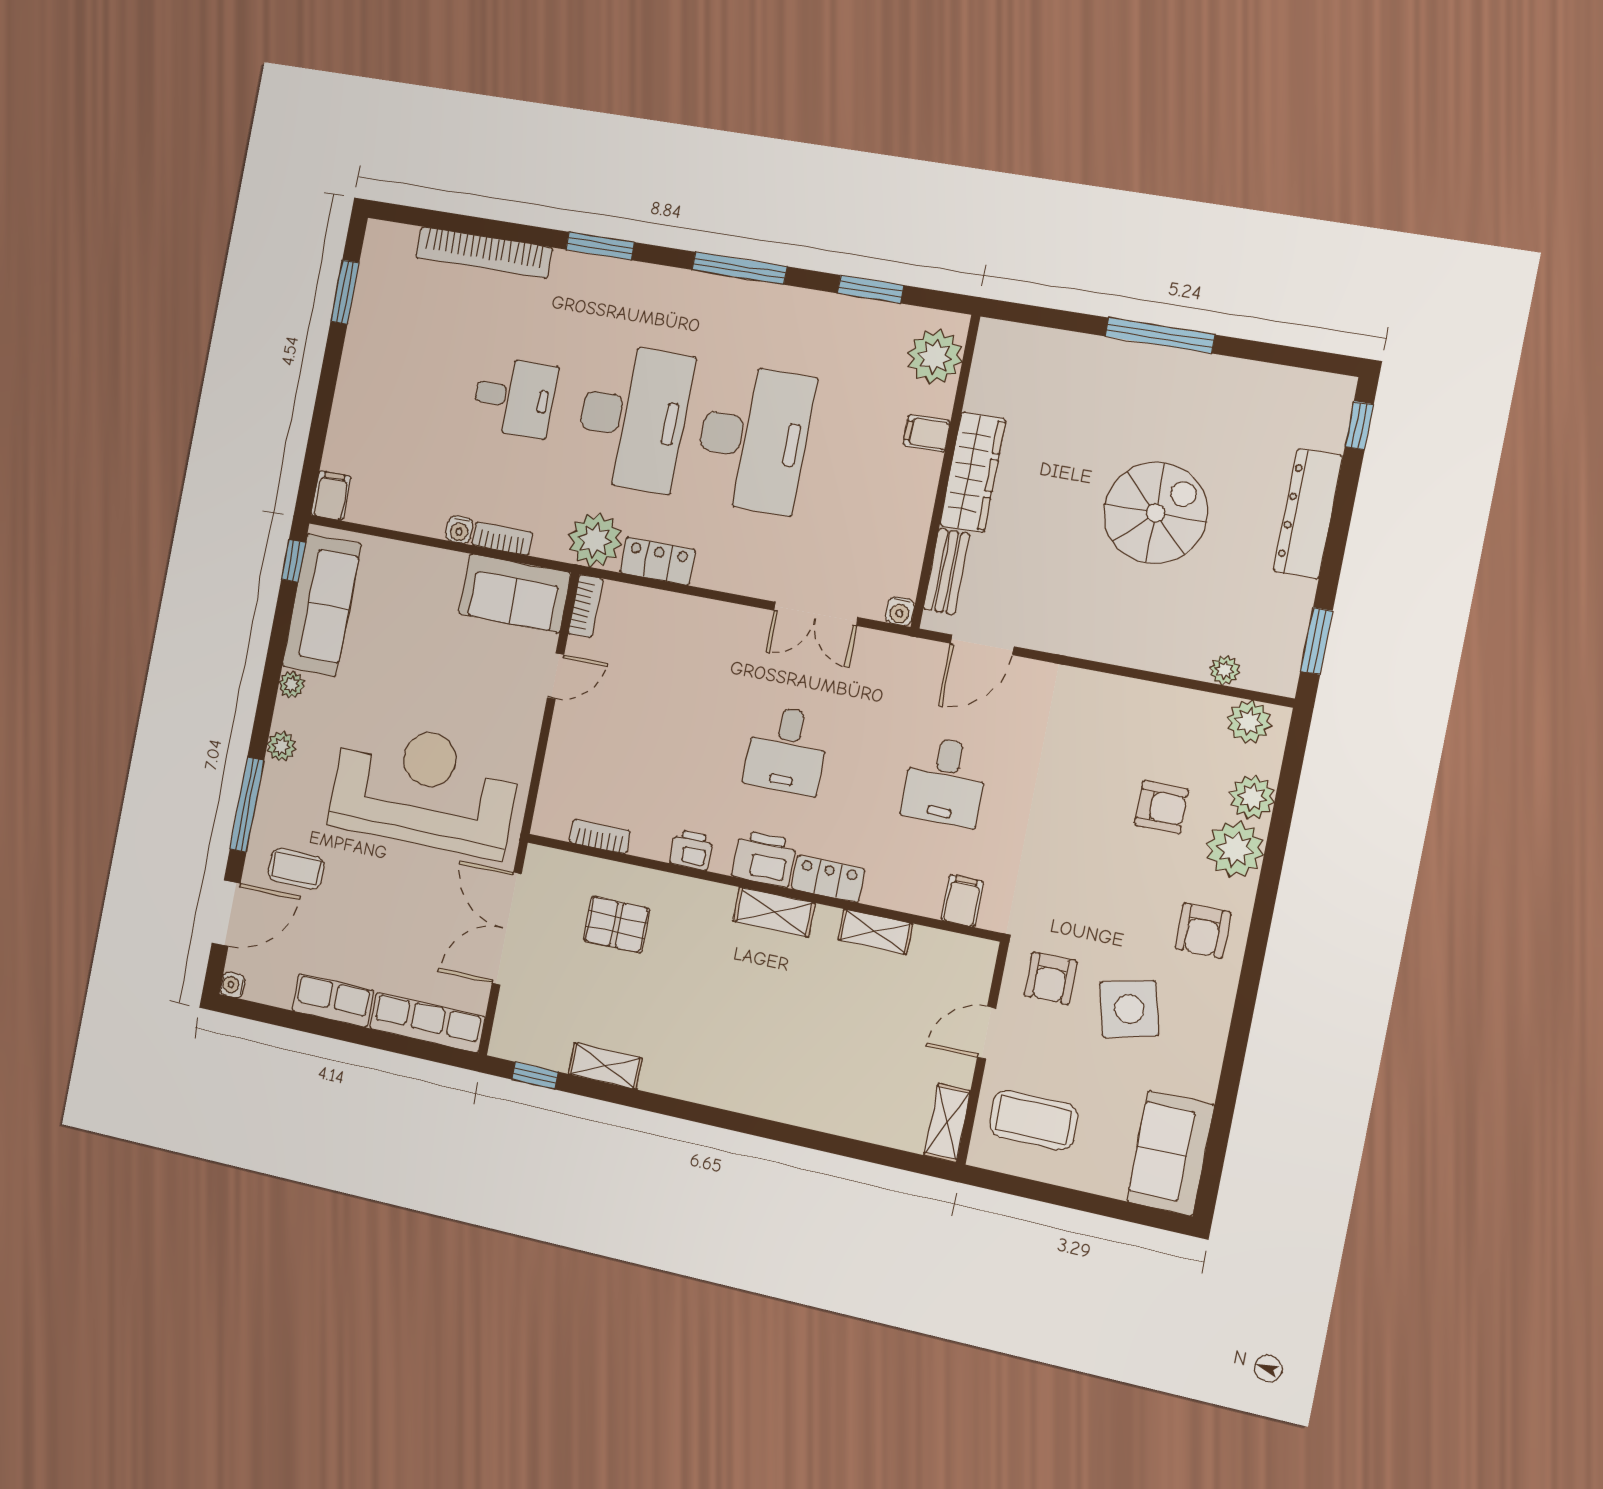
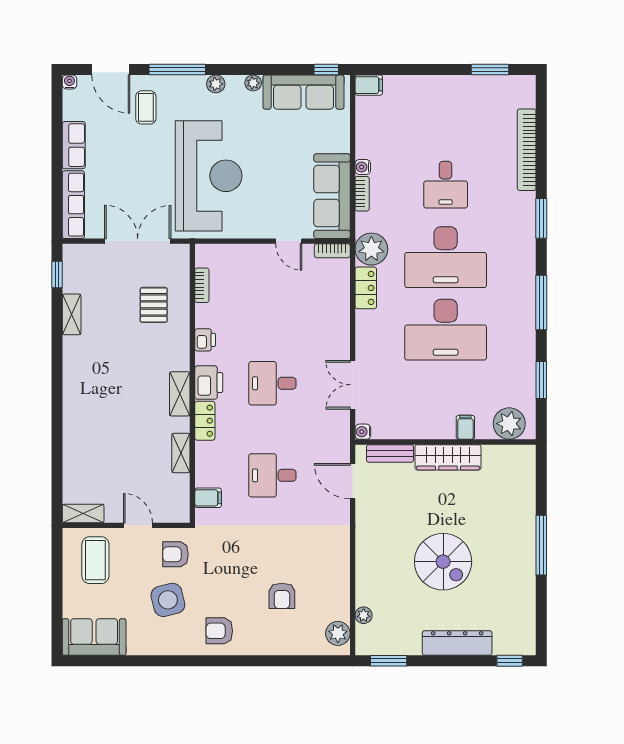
sofa: (515, 593) -> (332, 196), width x1.36
plant: (1252, 797) -> (297, 643), removed
plant: (1235, 849) -> (267, 639), removed

